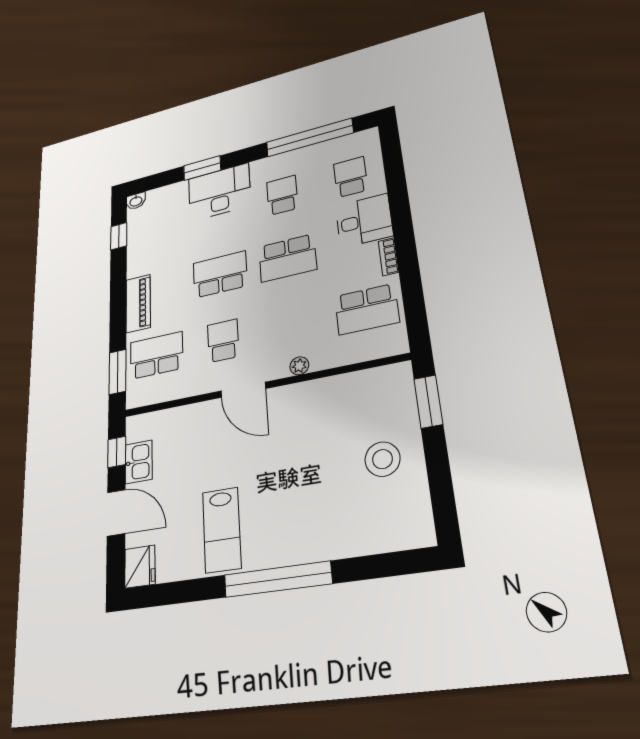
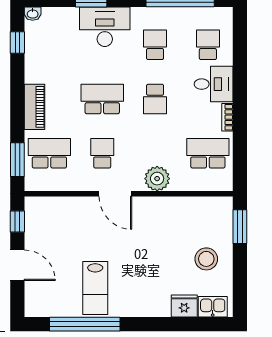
school desk: (288, 258) -> (155, 99), width x0.54
school desk: (367, 309) -> (208, 153), turned 180
plant: (299, 366) -> (157, 179), width x1.88, depth x1.88
kitchen sink: (139, 462) -> (213, 307), moved, turned -90
fridge: (140, 567) -> (184, 306), moved, turned -90
window: (277, 579) -> (85, 324), moved

